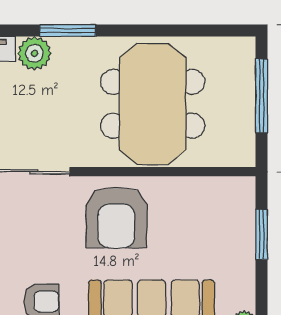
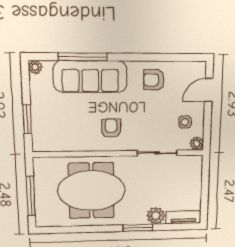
meeting table: (153, 104) -> (91, 191), turned 90
armchair: (116, 217) -> (111, 128), width x0.53, depth x0.53

